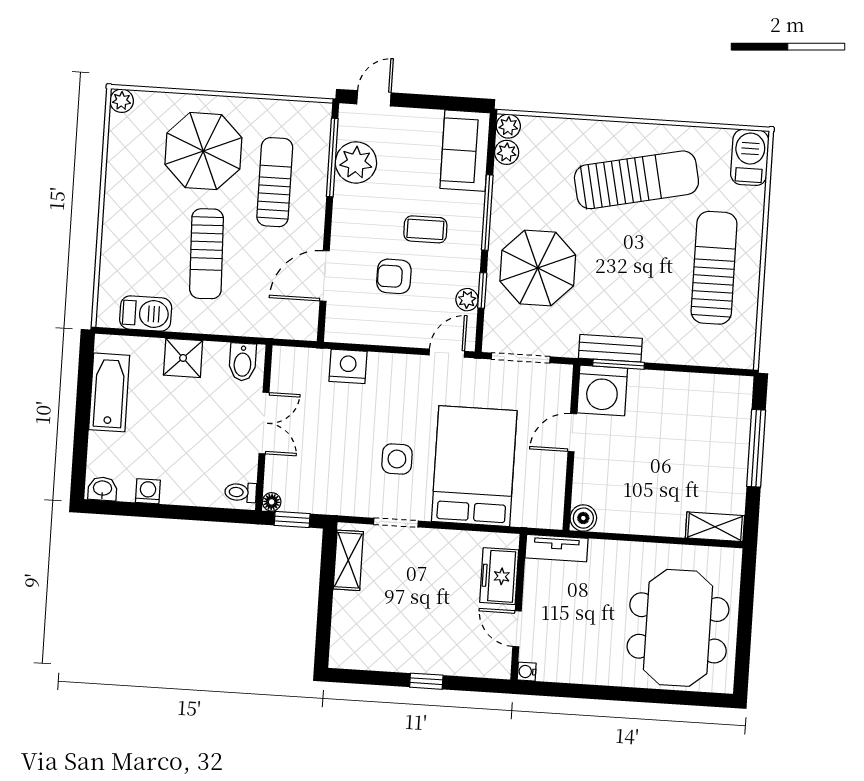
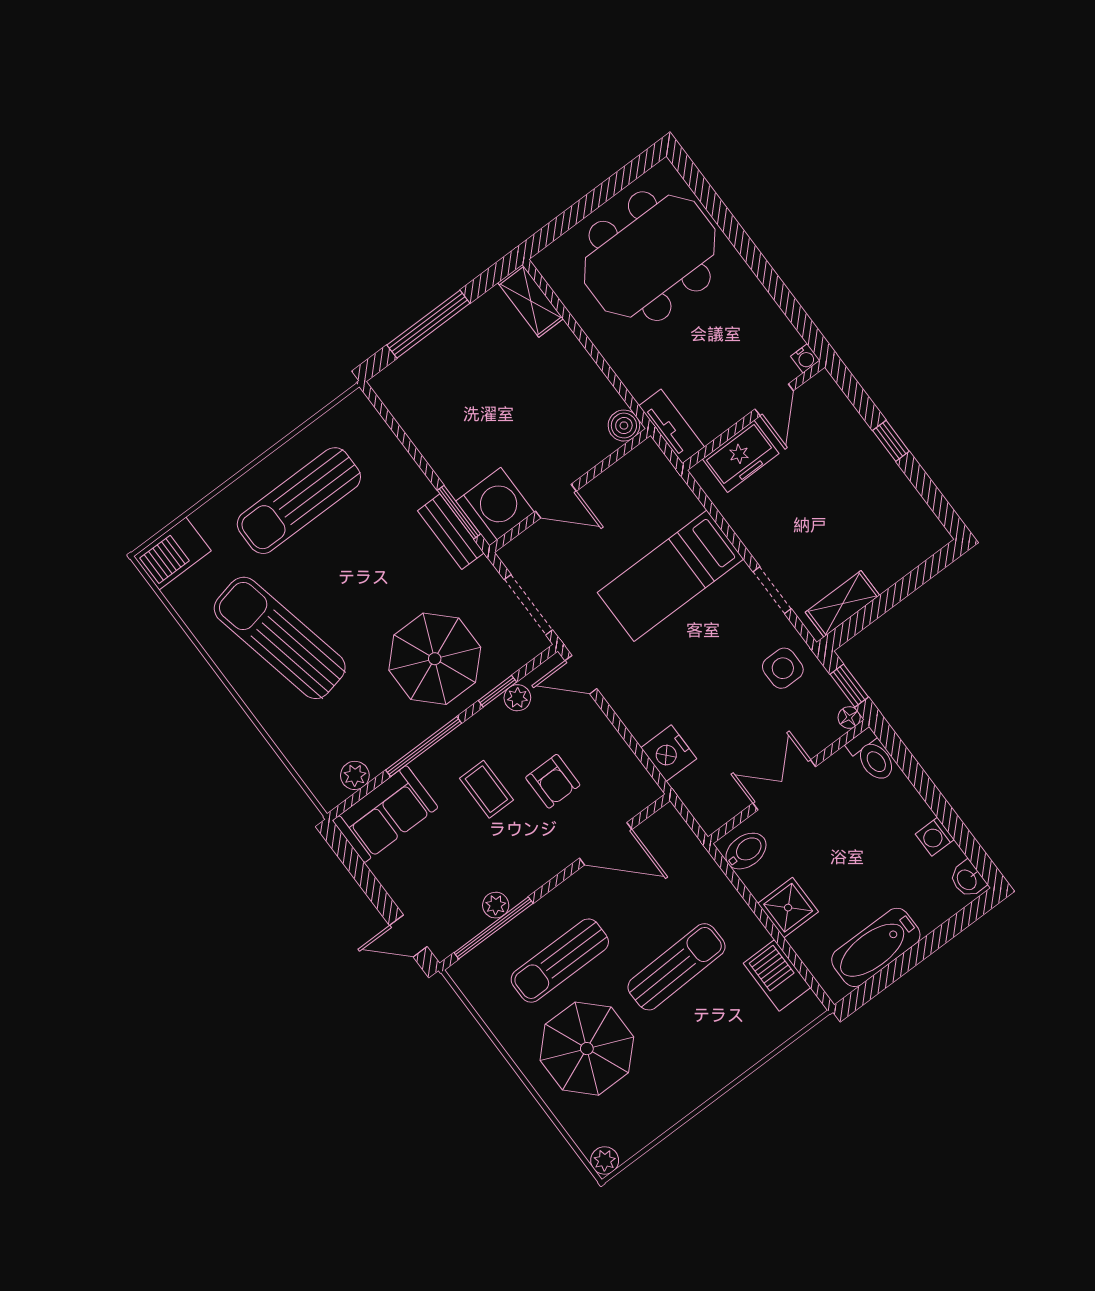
plant: (508, 126) -> (330, 794), removed
plant: (356, 162) -> (496, 905), width x0.53, depth x0.53
side table: (397, 459) -> (783, 668), moved
bed: (474, 466) -> (670, 576), width x0.67
toilet: (241, 492) -> (872, 756), width x1.37, depth x1.39

